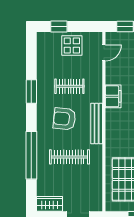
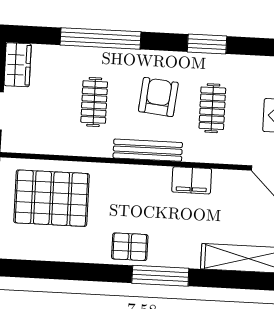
clothes rail: (69, 157) -> (94, 102), width x0.73

